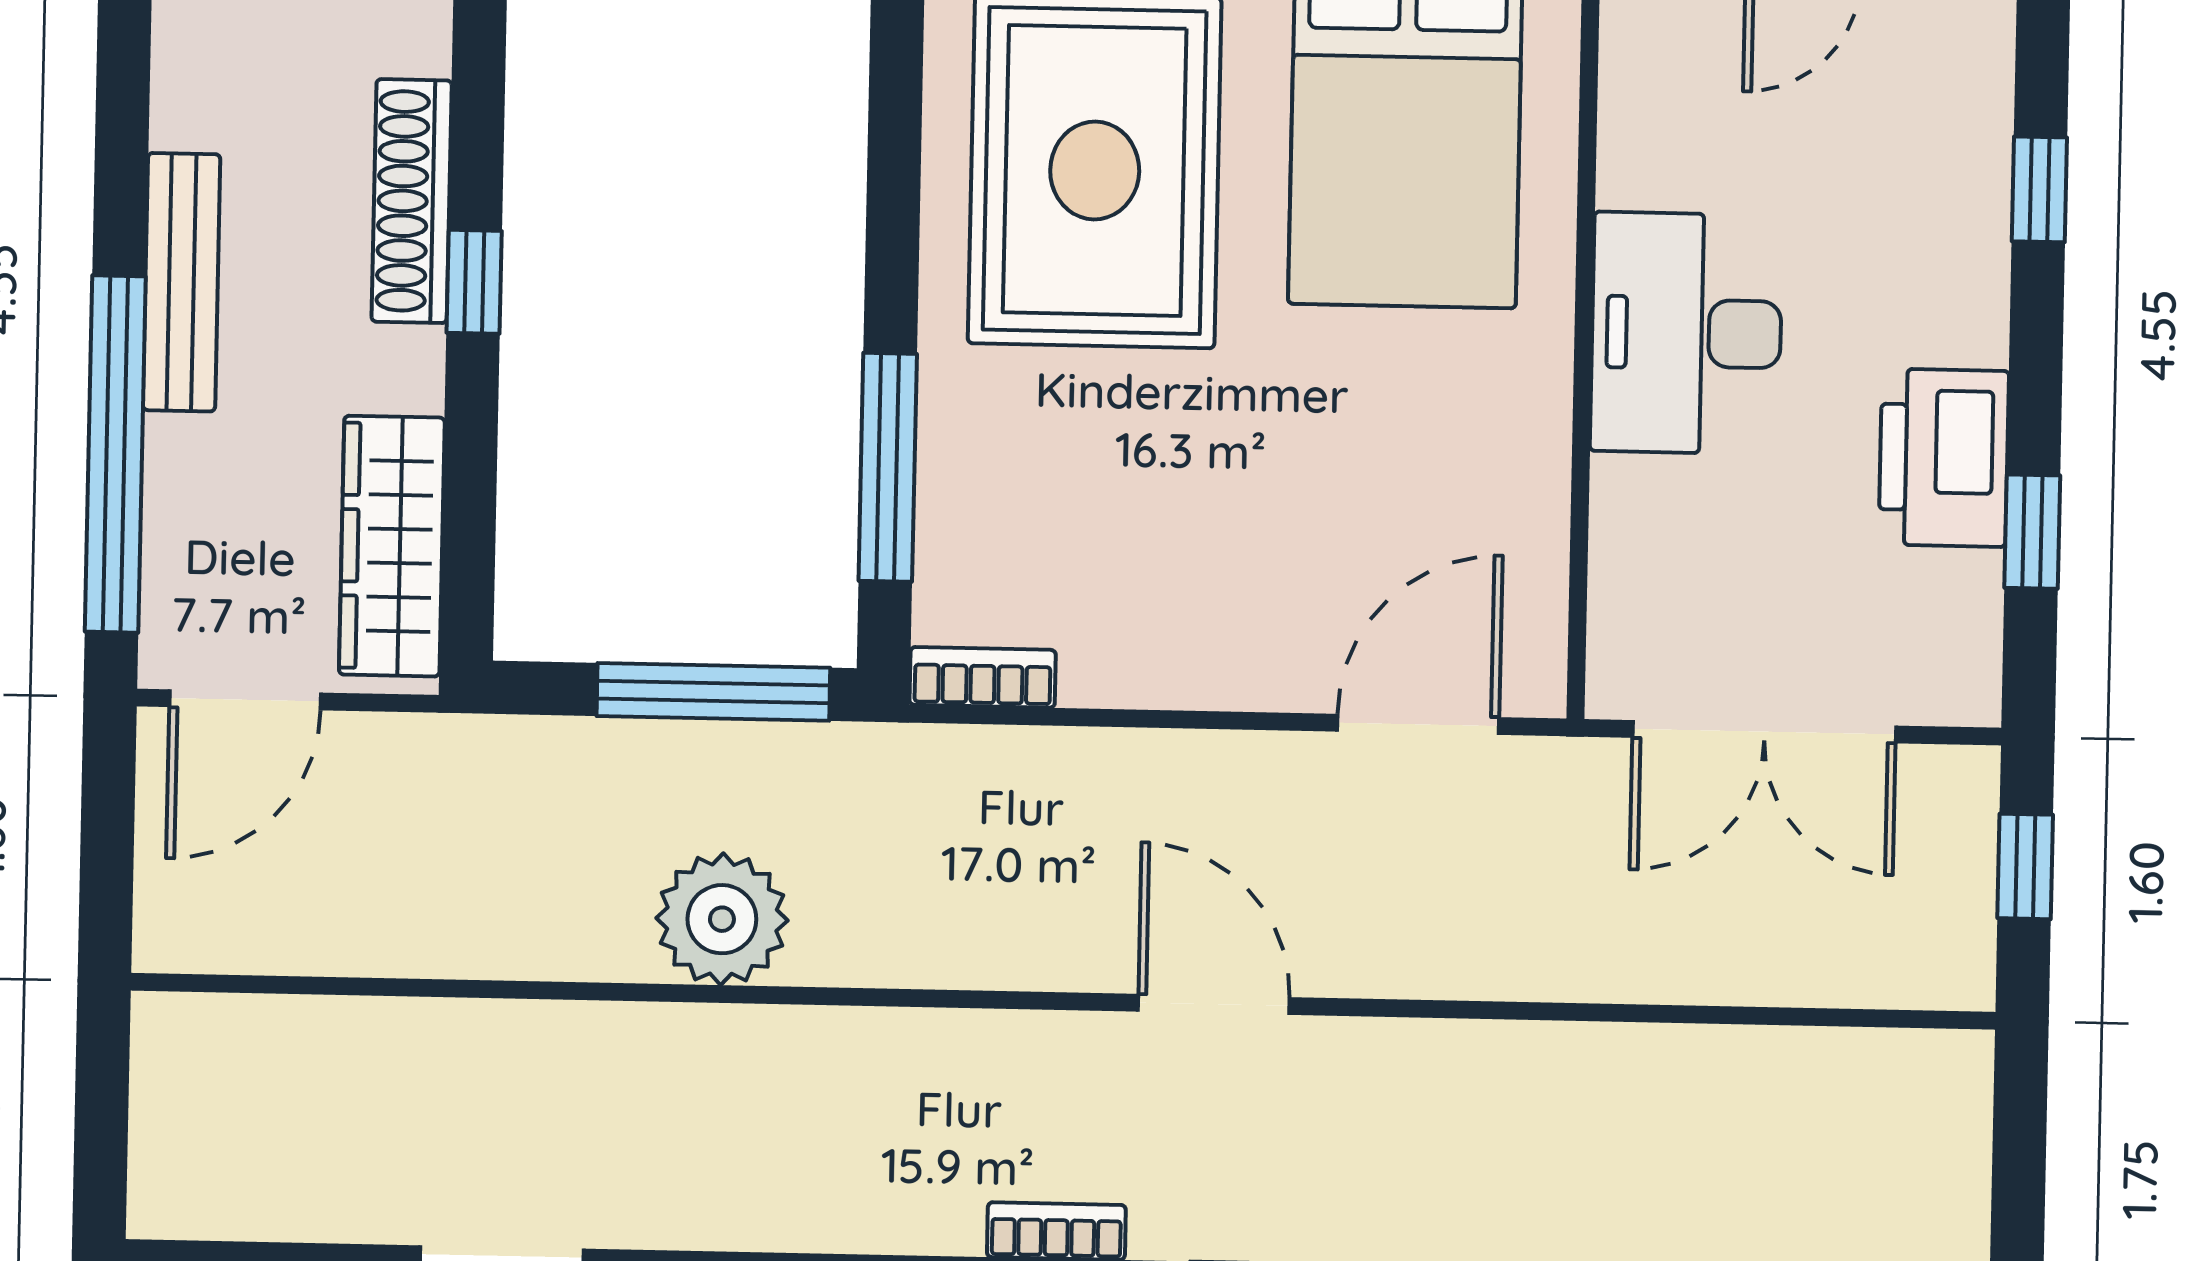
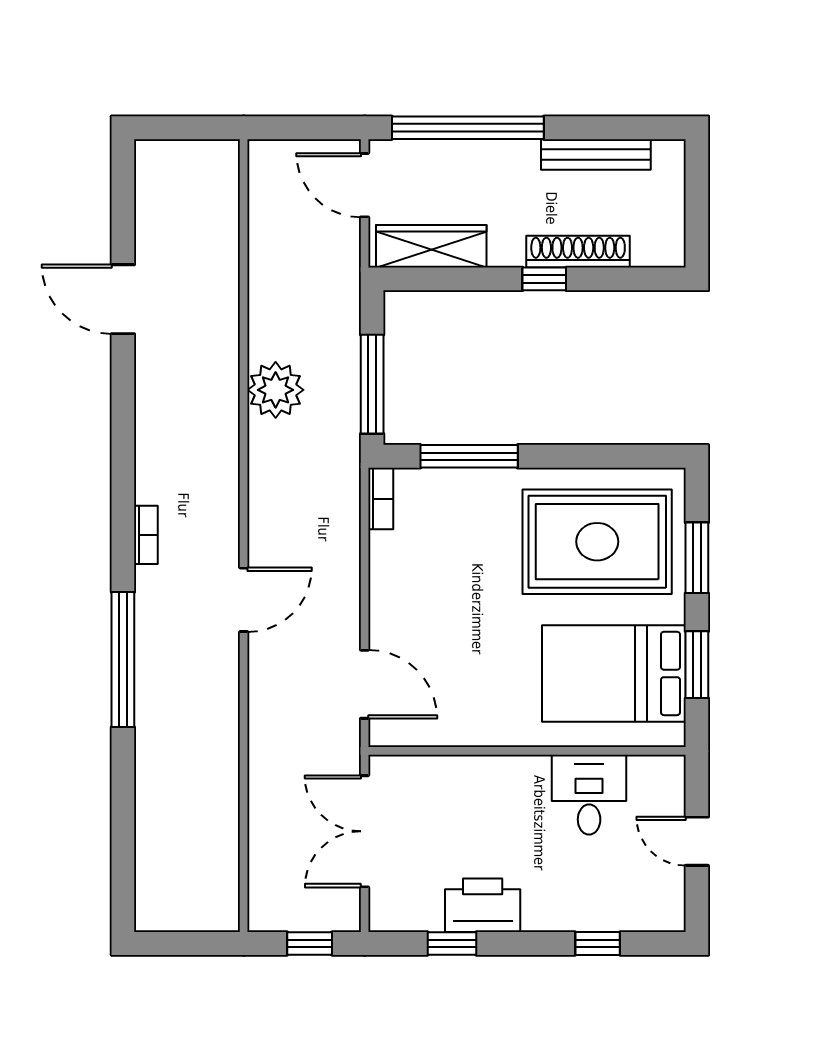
bench: (182, 282) -> (596, 154), moved
desk: (1686, 333) -> (589, 795), moved, width x0.73

